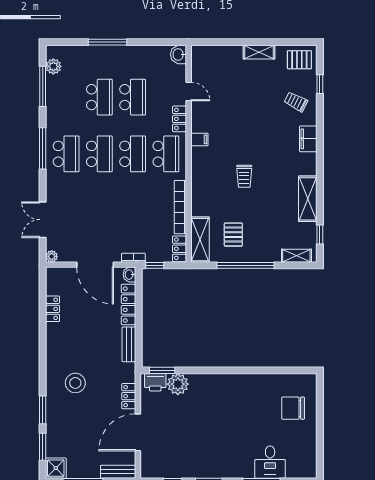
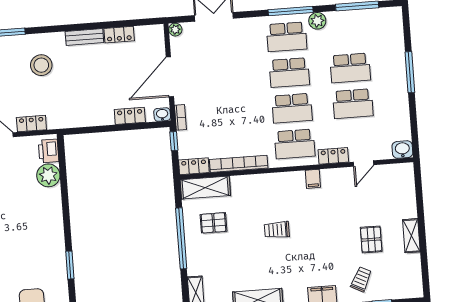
pallet: (299, 60) -> (371, 239), moved
plant: (53, 66) -> (317, 21), moved
locker: (128, 305) -> (130, 116), width x0.66
bench: (129, 344) -> (84, 37), moved
window: (162, 370) -> (70, 265), moved

